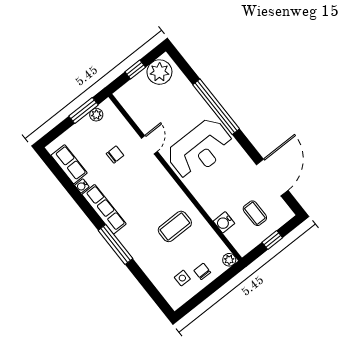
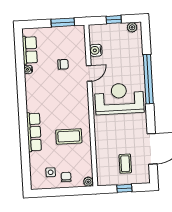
plant: (159, 72) -> (132, 27), width x0.53, depth x0.53
plant: (96, 115) -> (69, 31), removed
reception desk: (200, 149) -> (119, 99), turned 180
row of seats: (104, 209) -> (34, 132), moved
water cooler: (224, 222) -> (96, 50), moved
window: (115, 245) -> (23, 121), removed

